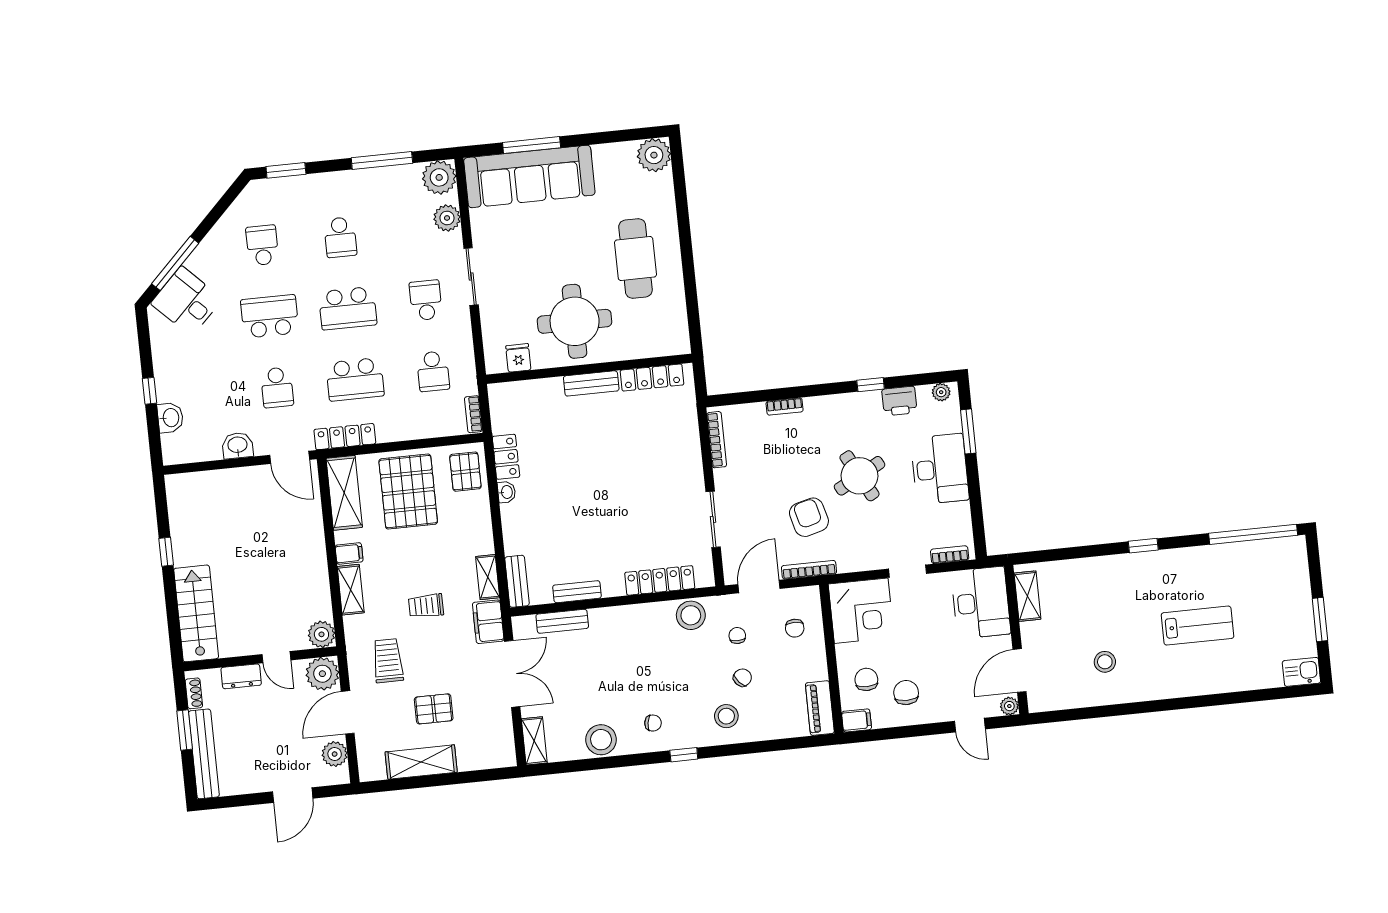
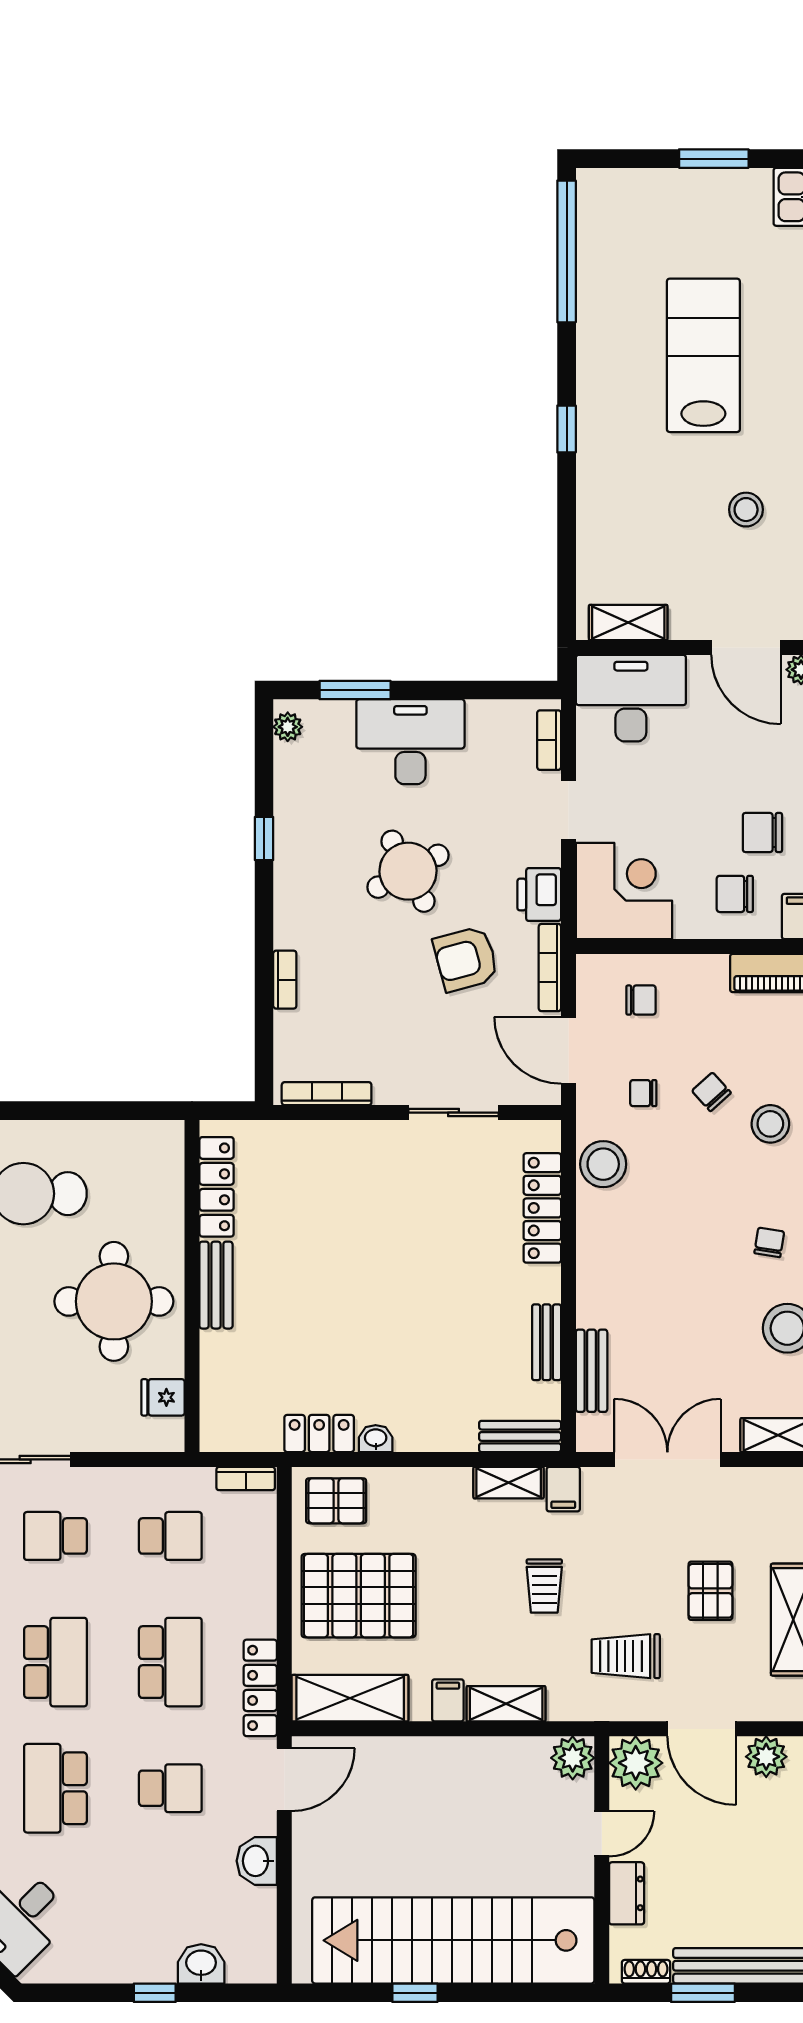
printer: (899, 401) -> (539, 895), moved, turned 180
stairs: (196, 613) -> (453, 1940), width x1.86, depth x1.51
filing cabinet: (488, 622) -> (563, 1489), width x0.50
lab bench: (1198, 626) -> (703, 355), width x1.36, depth x1.39

